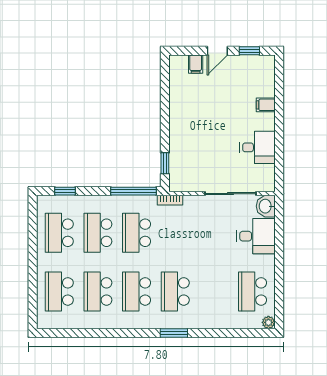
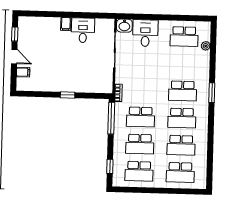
filing cabinet: (266, 105) -> (66, 24), moved
window: (165, 163) -> (68, 95), moved
plant: (268, 322) -> (206, 46), moved

